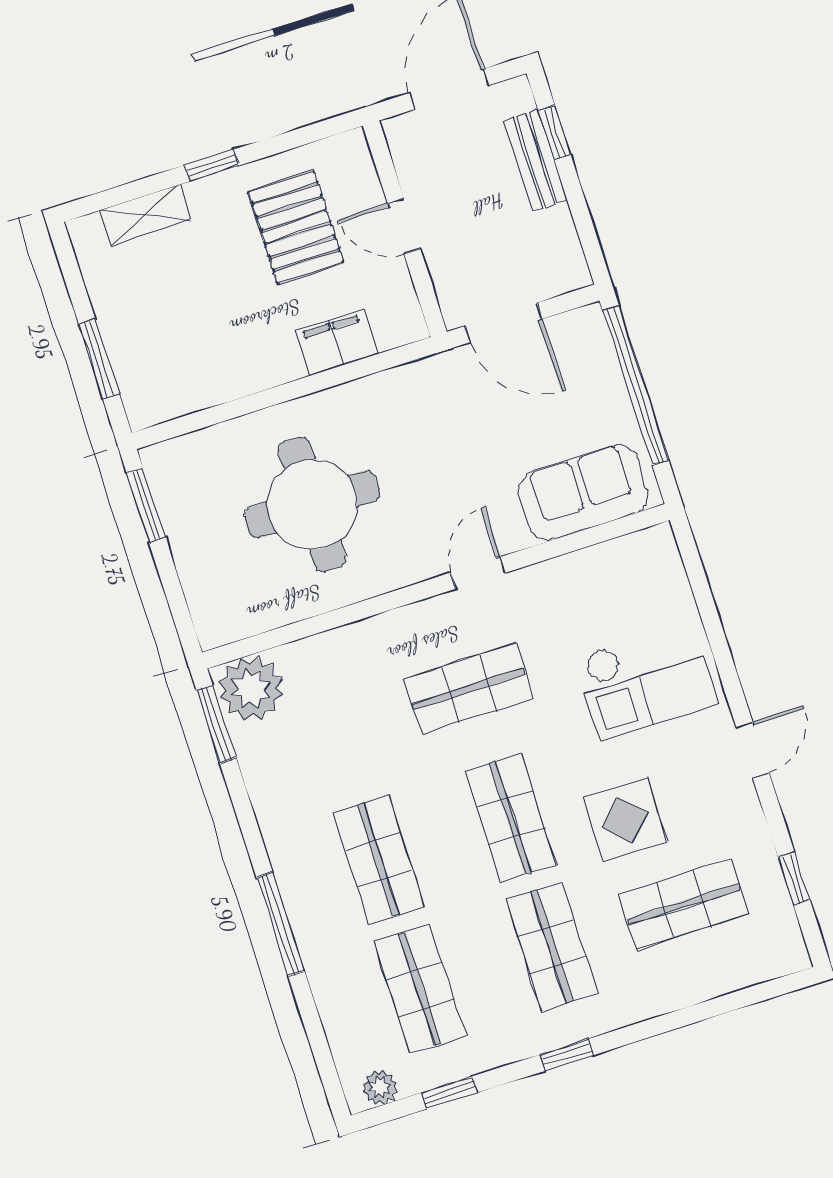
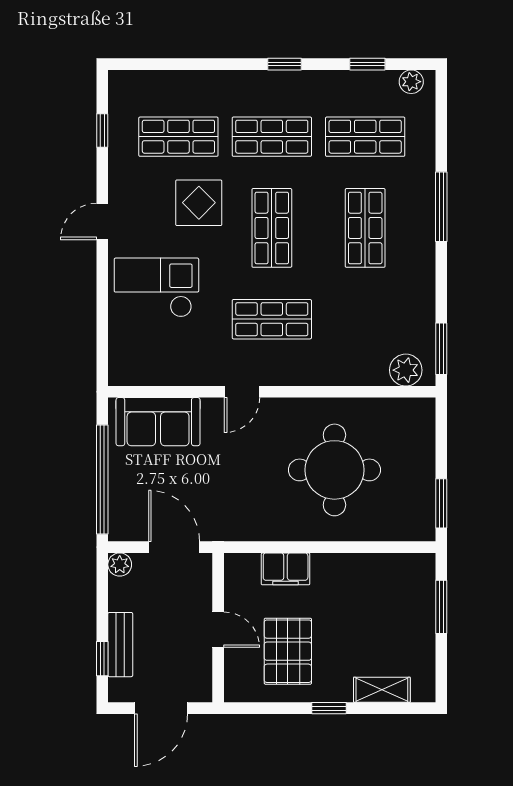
plant: (573, 273) -> (120, 565), added
plant: (251, 689) -> (406, 370), width x0.73, depth x0.73
shop shelf: (552, 947) -> (272, 137), turned 90
shop shelf: (420, 989) -> (365, 137), turned 90

